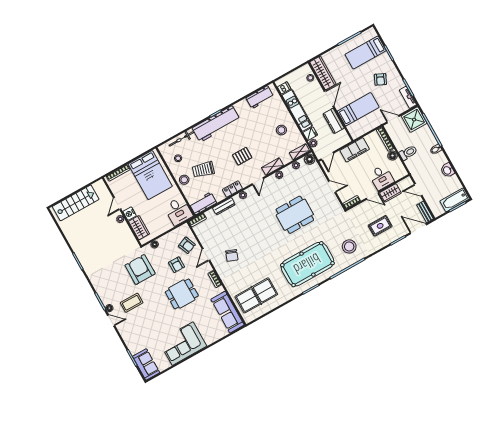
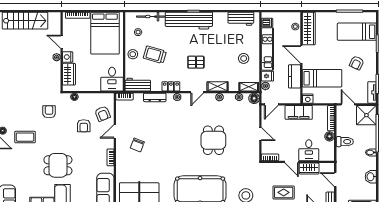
door: (329, 99) -> (301, 54), swing flipped
nightstand: (356, 134) -> (308, 99), added
door: (117, 203) -> (62, 42), hinge flipped
dining table: (295, 215) -> (213, 140), width x0.73
armchair: (140, 269) -> (49, 112), width x0.53, depth x0.53
dining table: (182, 294) -> (58, 165), moved

